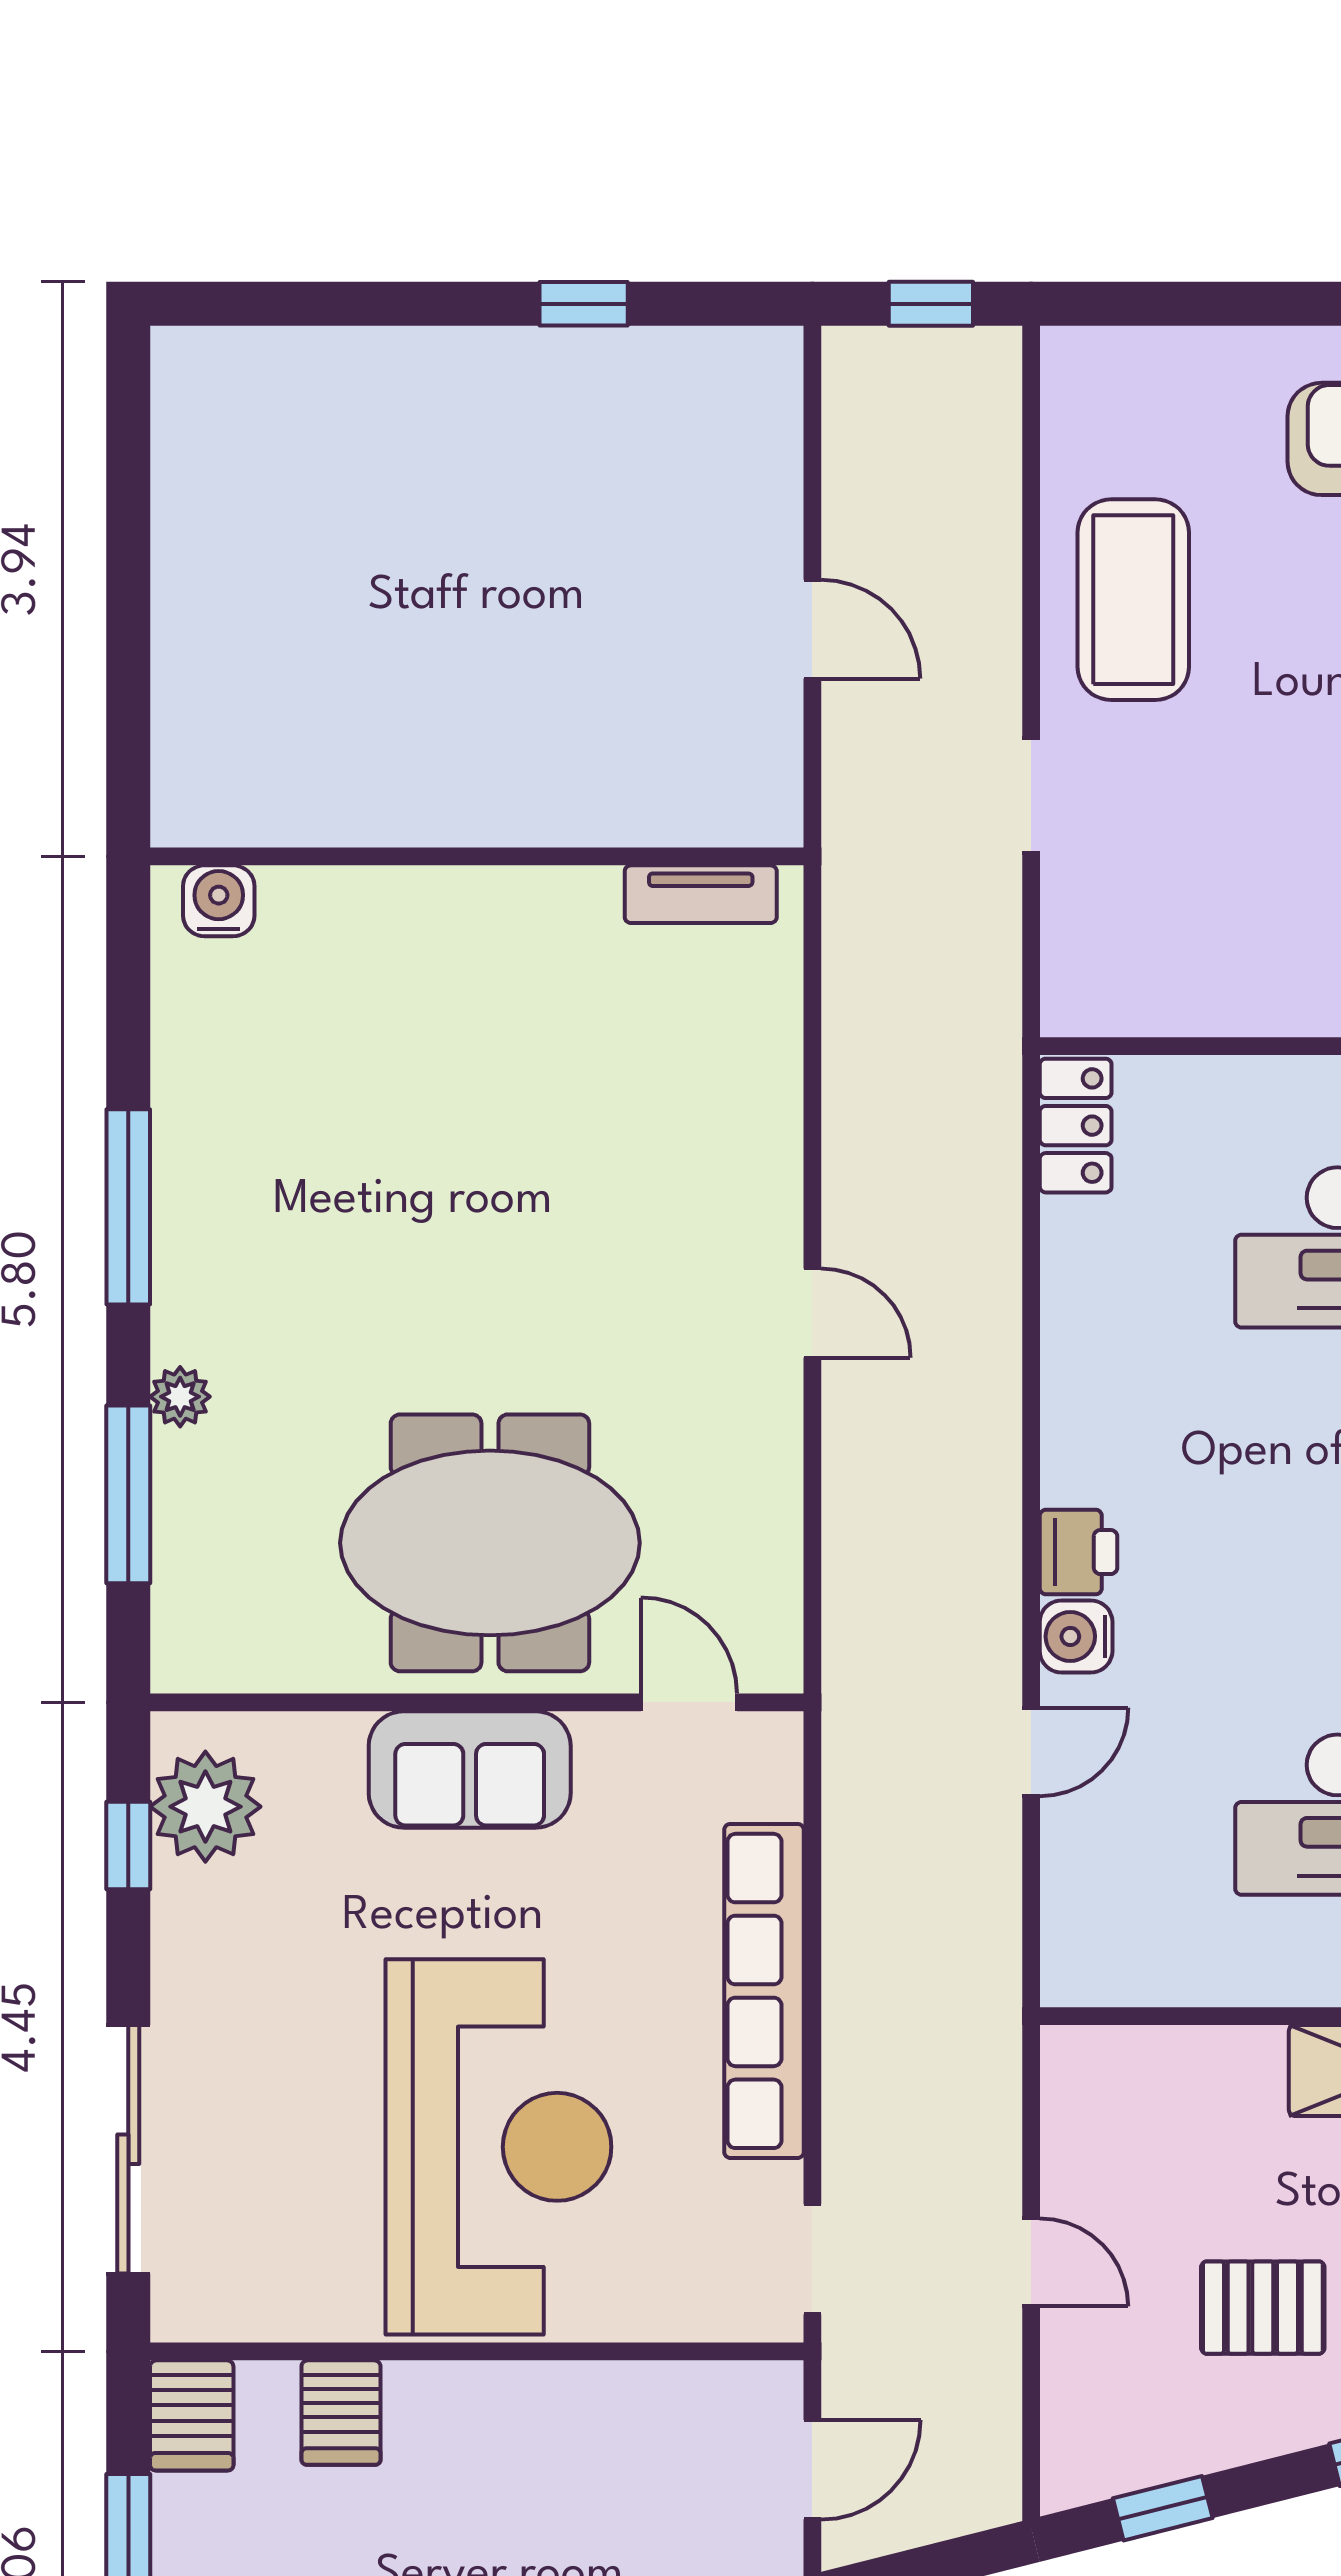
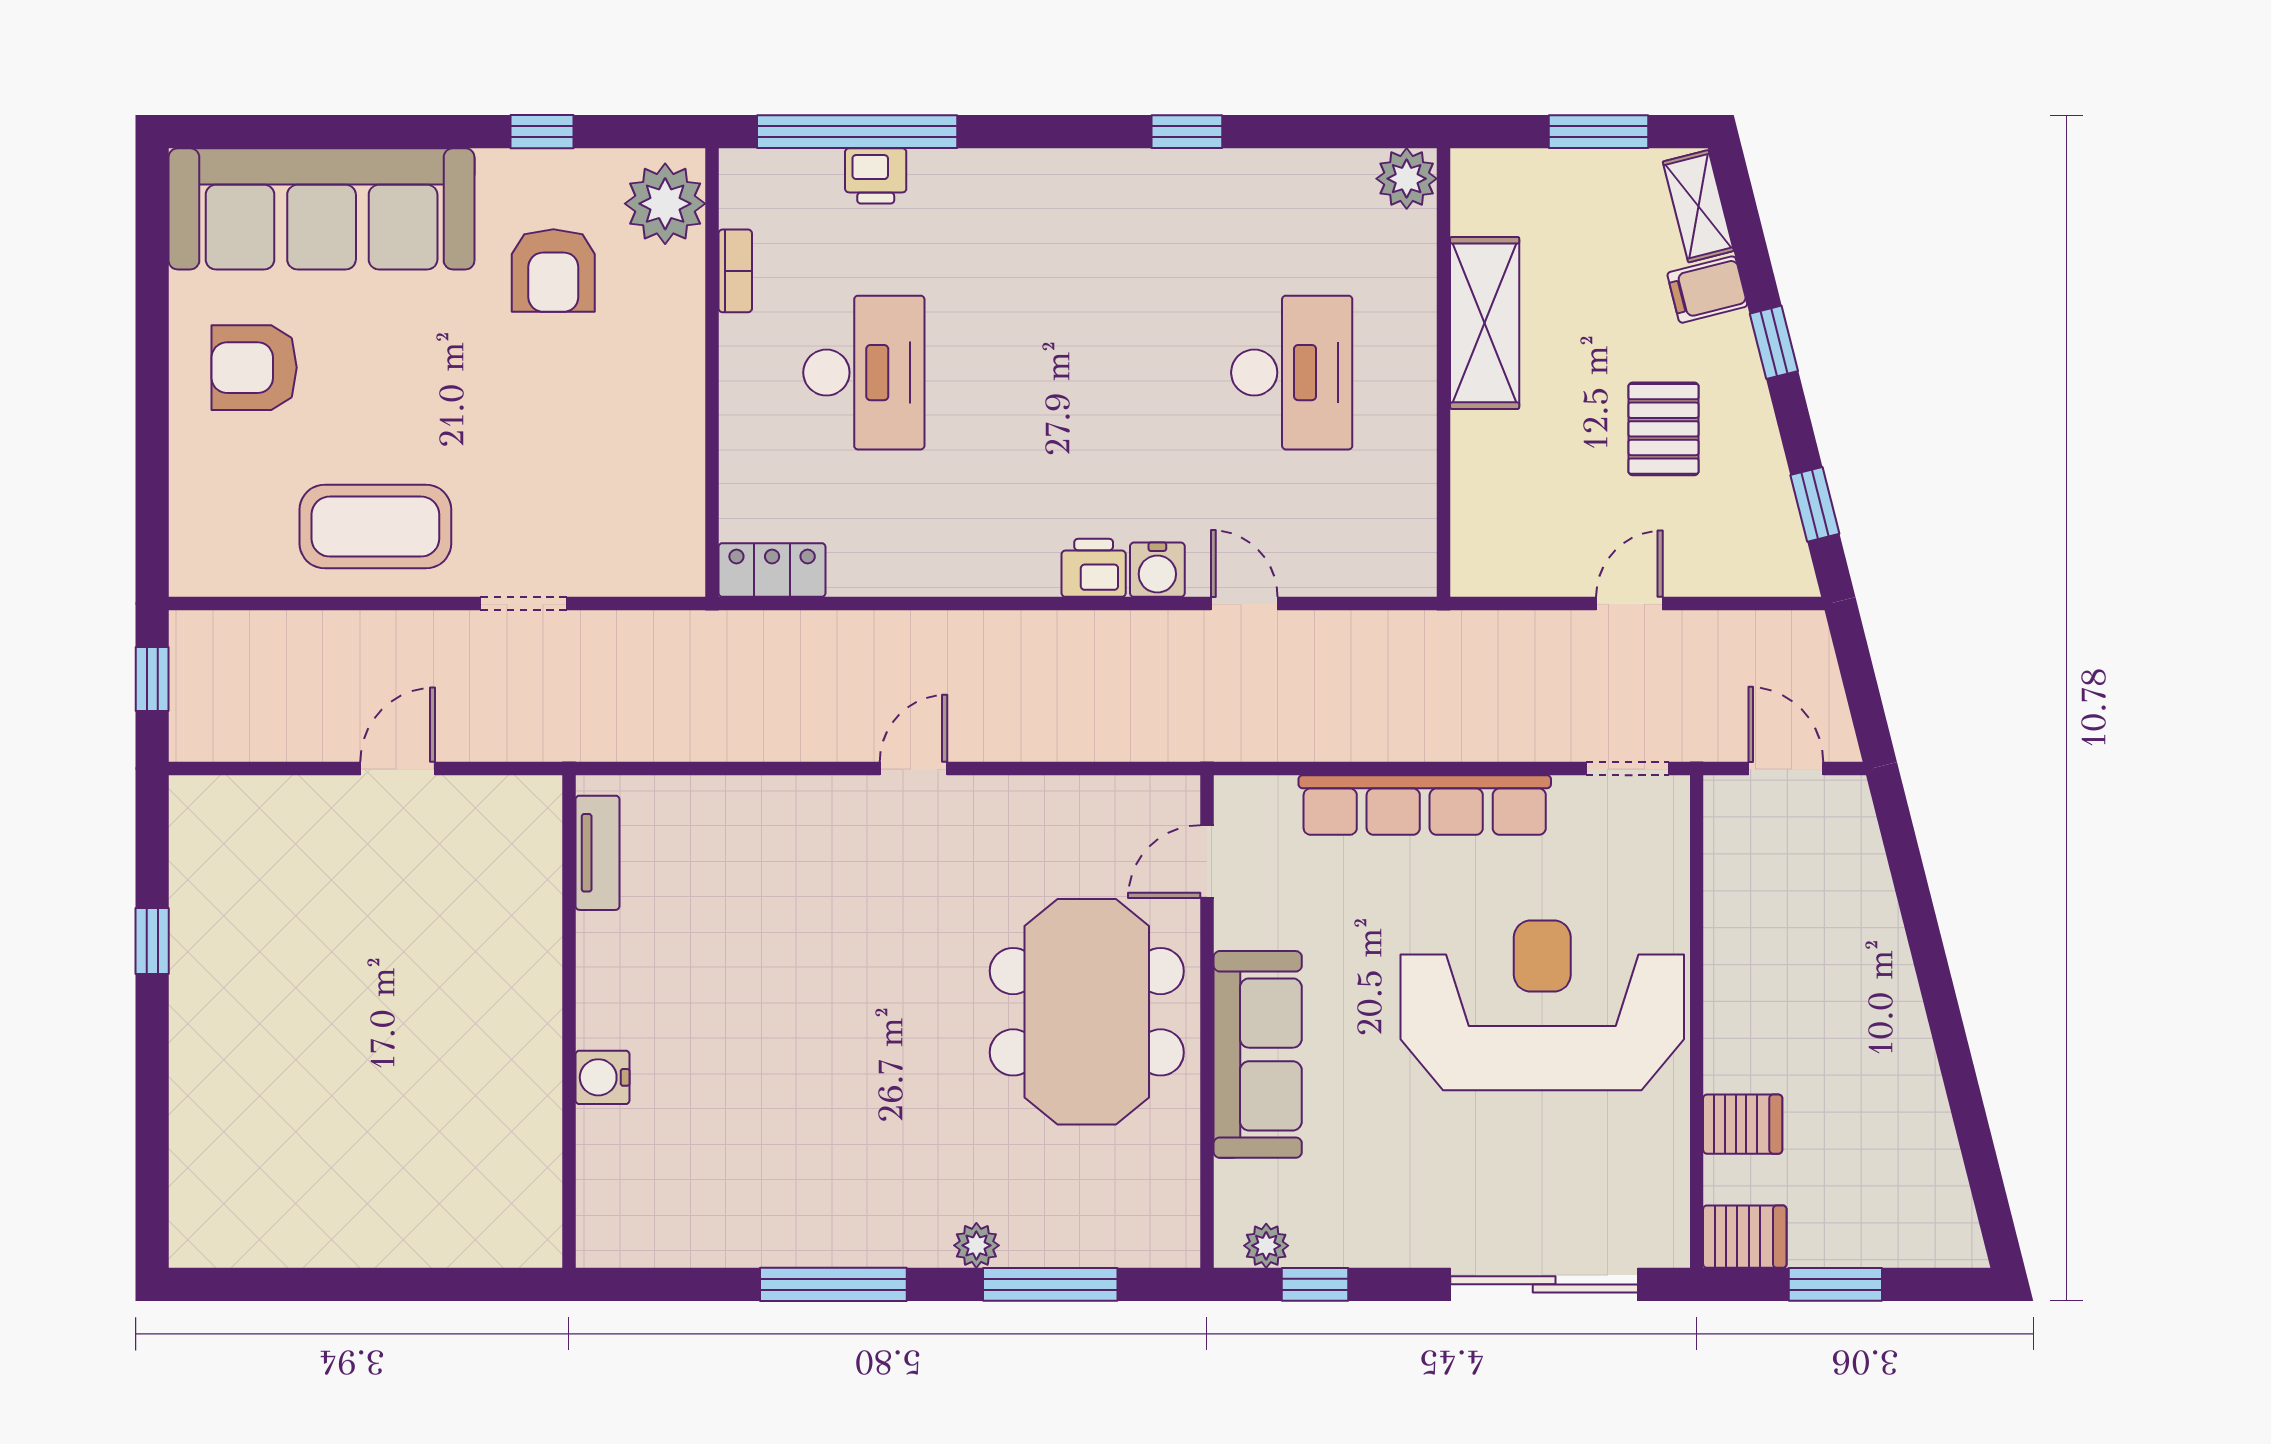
water cooler: (219, 901) -> (603, 1077), moved
sofa: (470, 1770) -> (1258, 1054), width x1.36
plant: (205, 1807) -> (1266, 1246), width x0.53, depth x0.53

